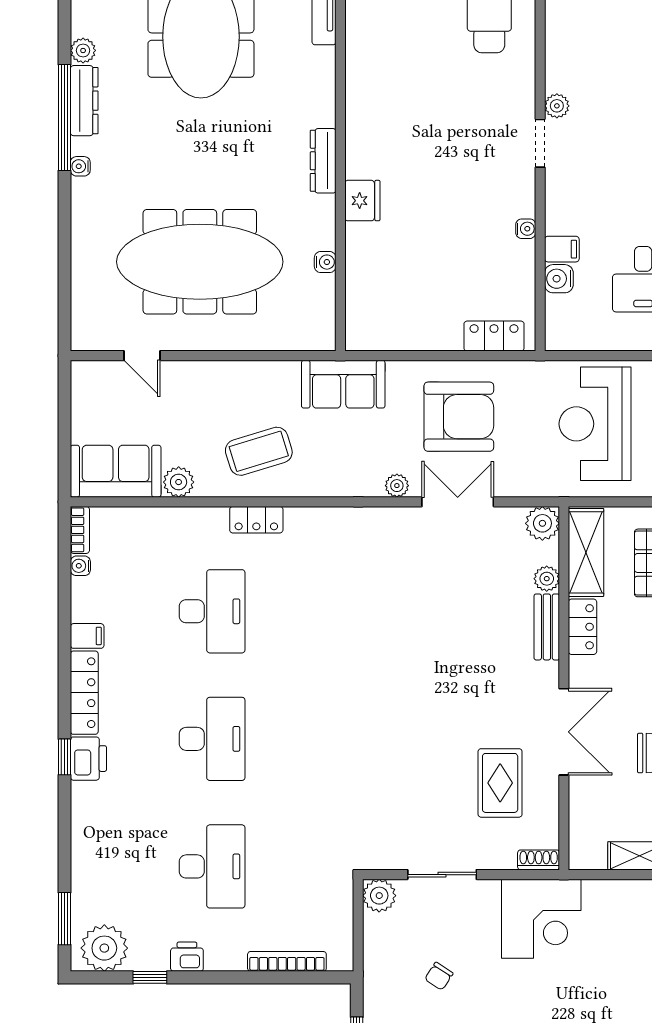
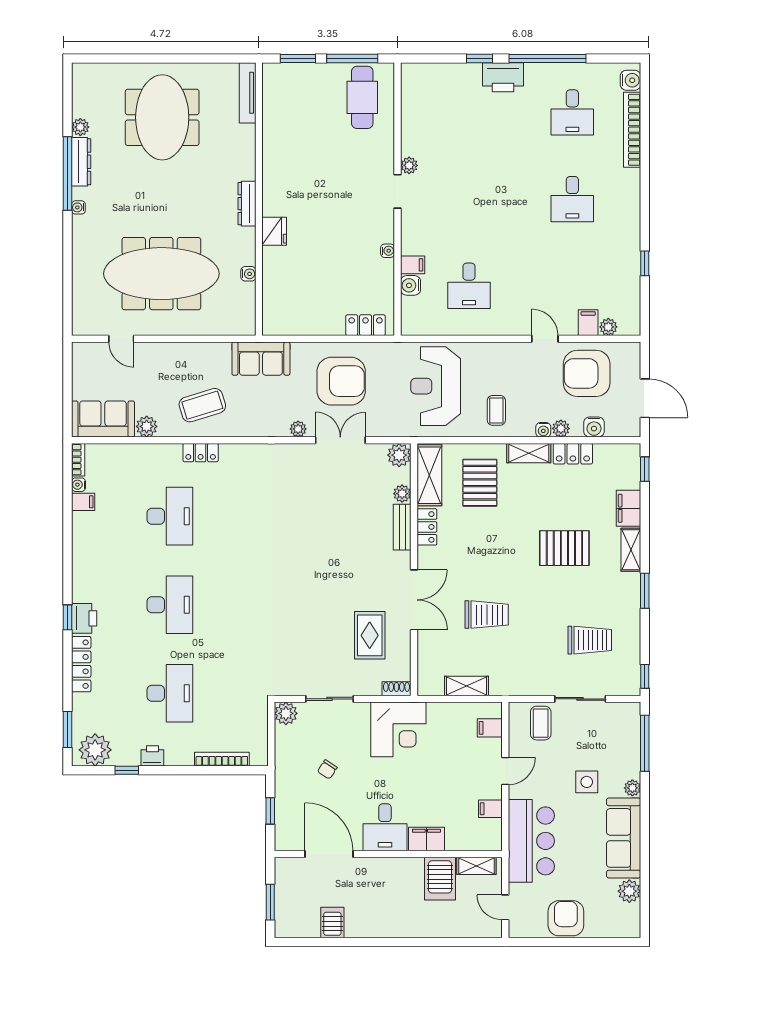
filing cabinet: (87, 636) -> (83, 502), moved
locker: (84, 693) -> (81, 664), moved

